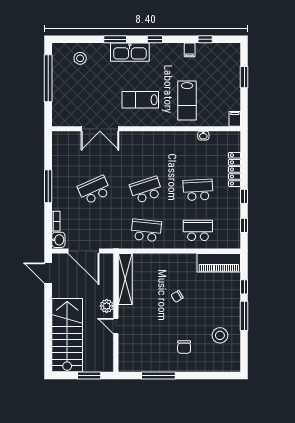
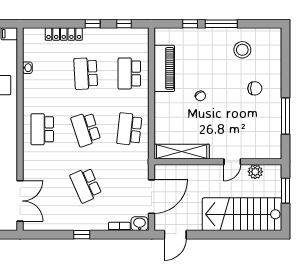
double door: (100, 129) -> (20, 201), moved
school desk: (146, 149) -> (42, 129), added
window: (48, 186) -> (82, 235), width x0.46
piano: (219, 263) -> (164, 68), moved
plant: (107, 306) -> (255, 172), moved

